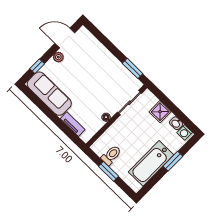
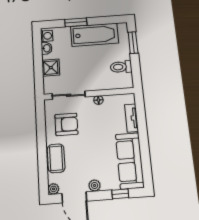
plant: (83, 32) -> (54, 189), added
coffee table: (99, 53) -> (56, 158), added
window: (133, 68) -> (41, 121), removed
armchair: (113, 81) -> (66, 124), added
window: (109, 171) -> (133, 43), moved

